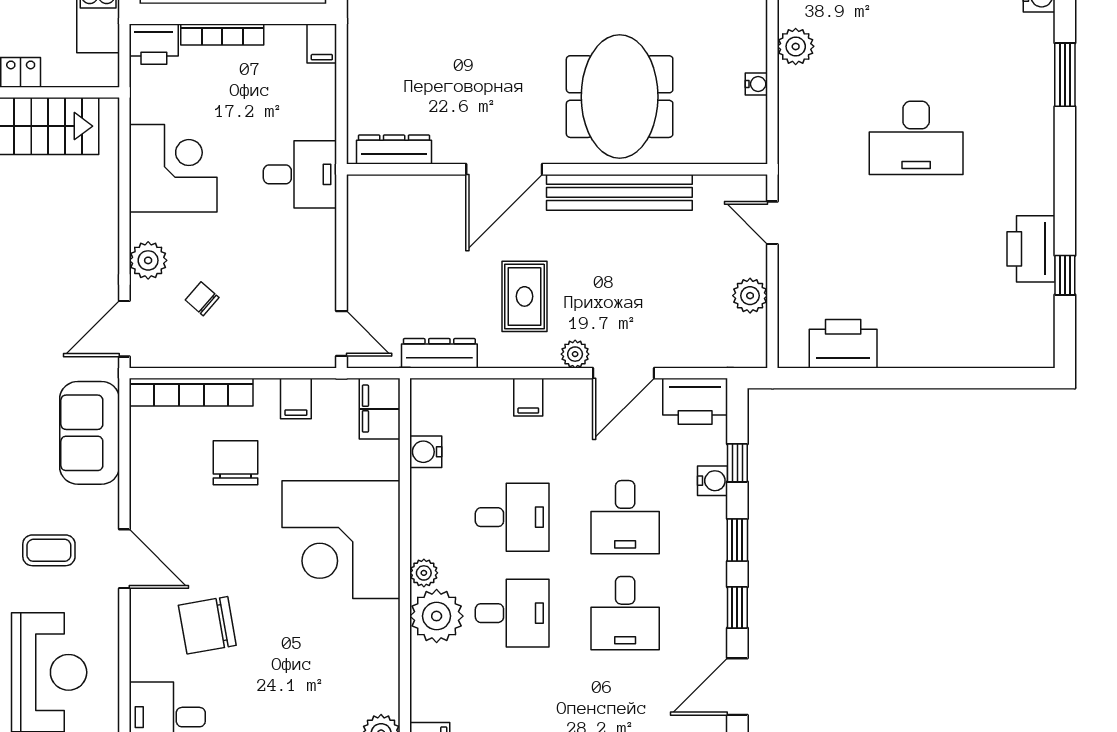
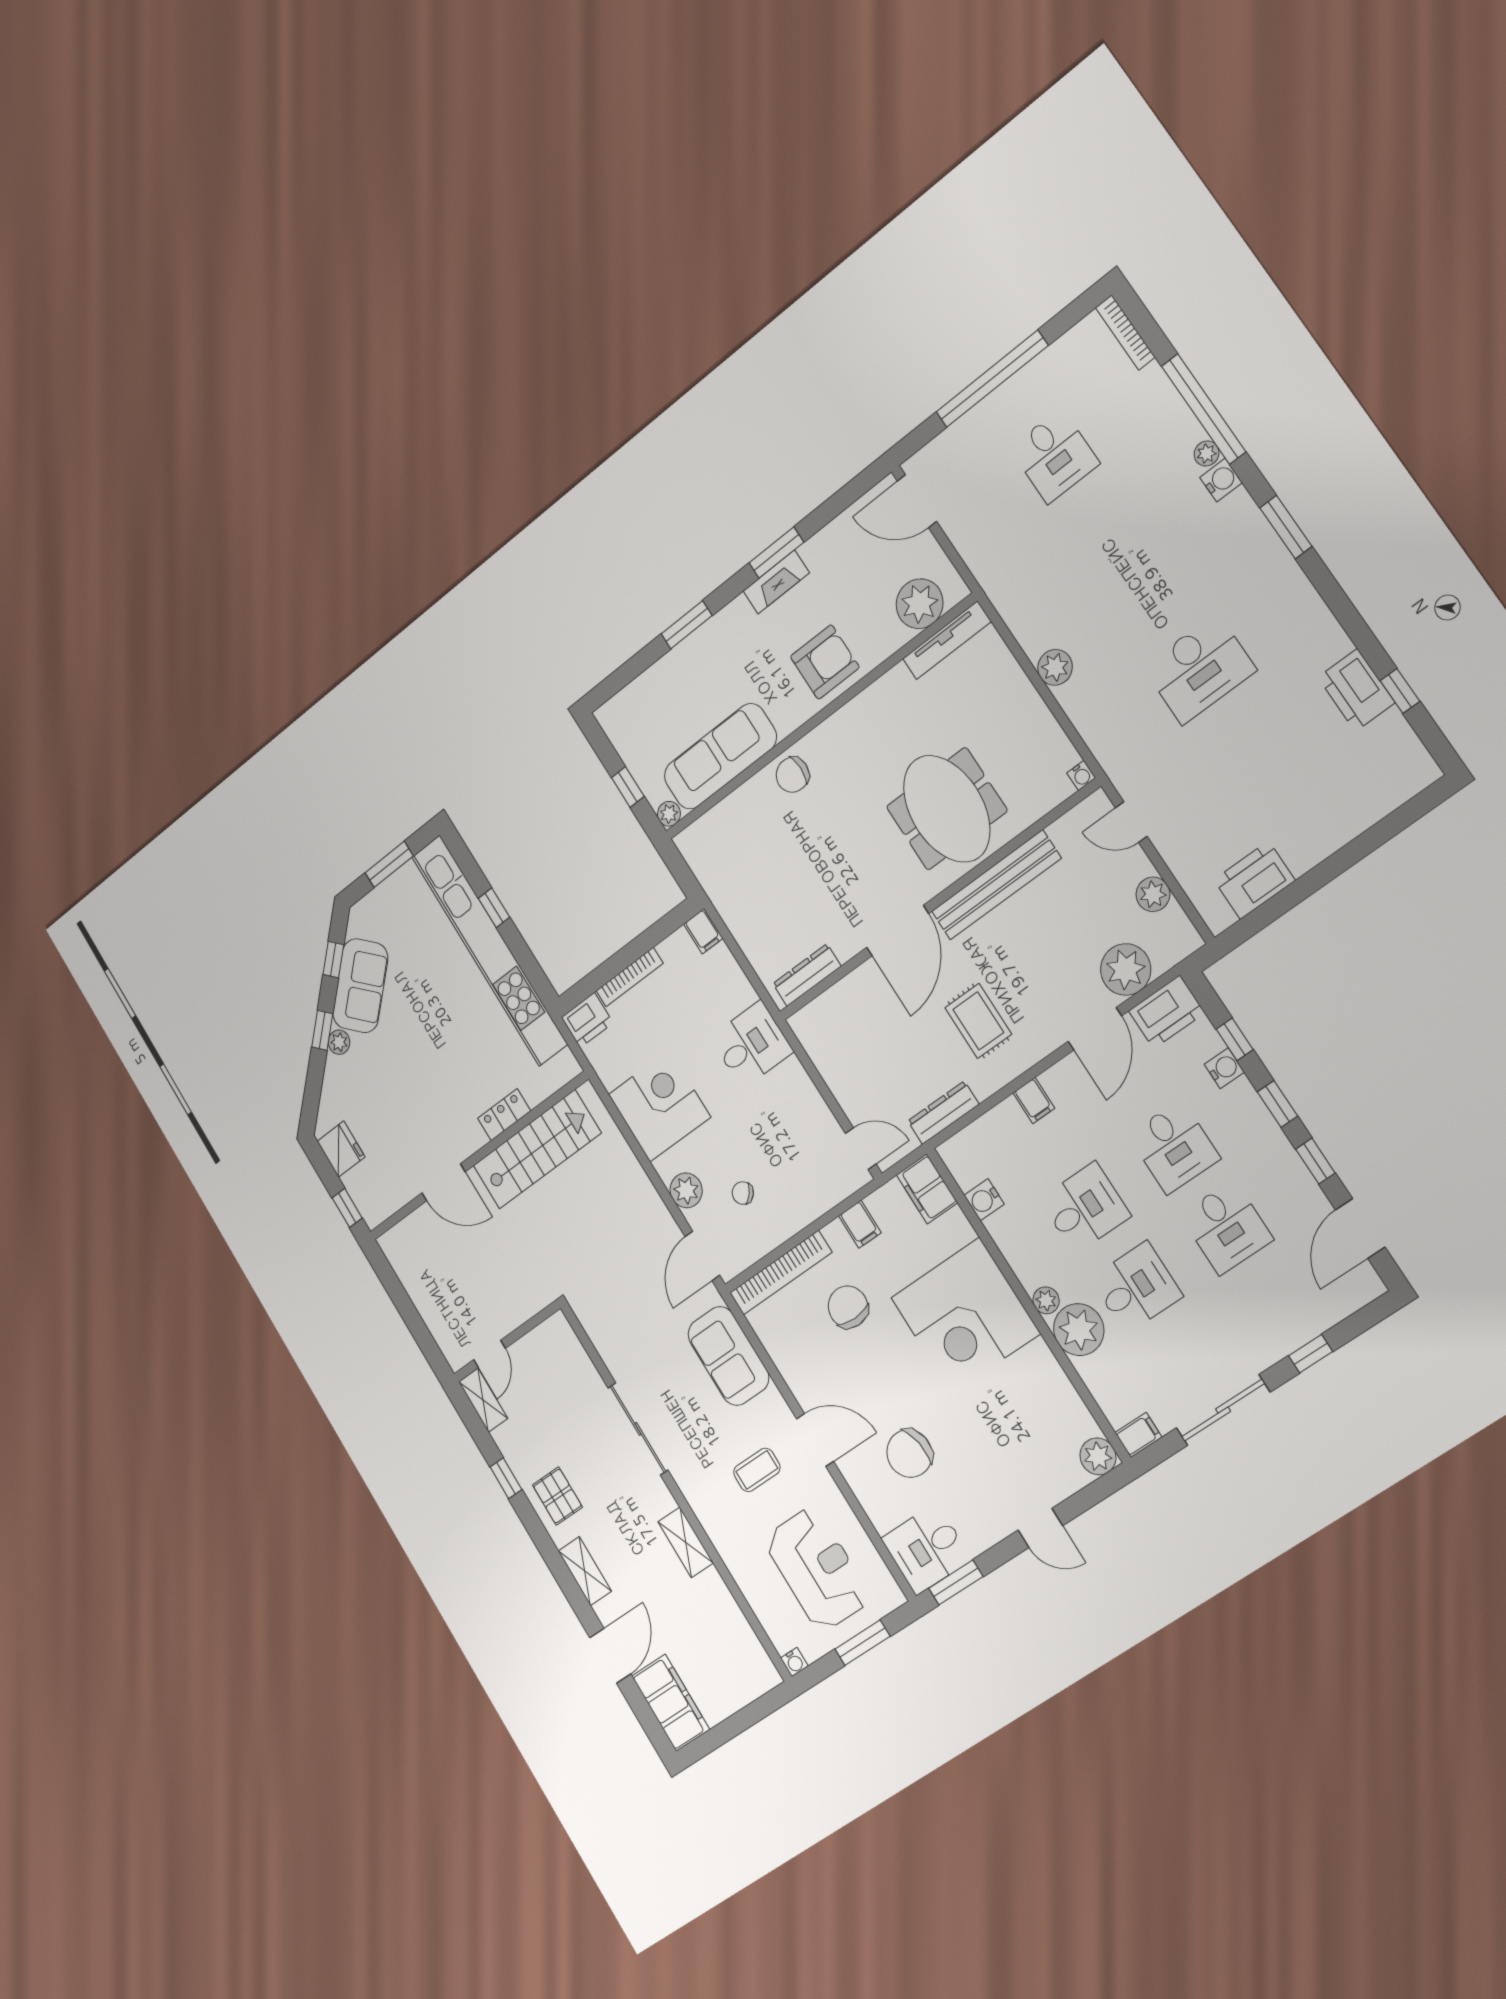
water cooler: (756, 84) -> (1081, 775), moved, turned 90
plant: (575, 354) -> (1126, 969), moved, width x1.88, depth x1.88

